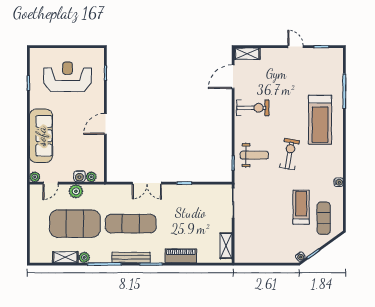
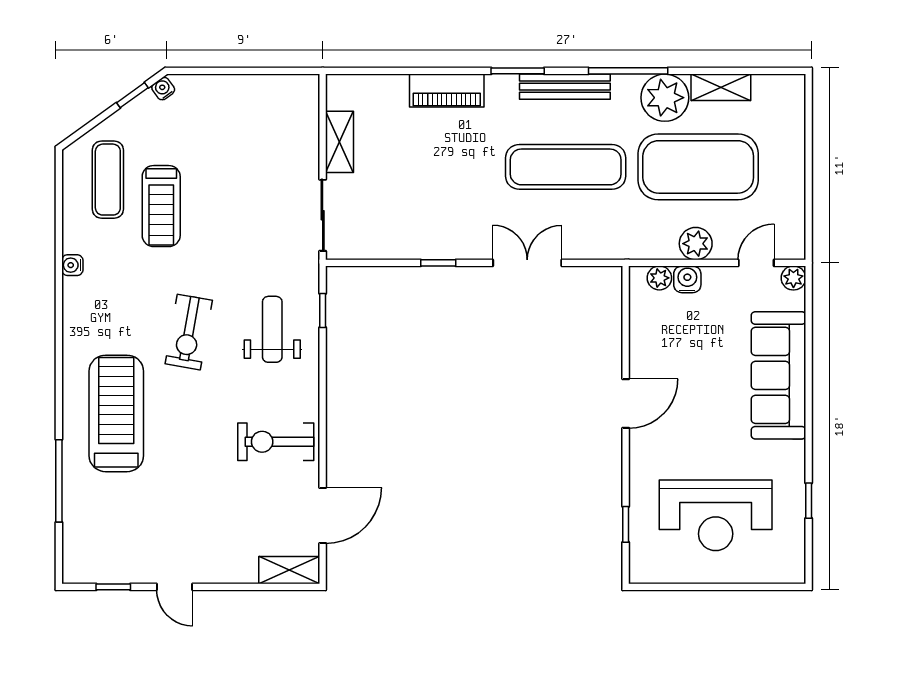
weight bench: (254, 155) -> (272, 329), turned 90
shelving: (226, 246) -> (340, 142), moved
plant: (84, 257) -> (665, 98), width x1.88, depth x1.88

